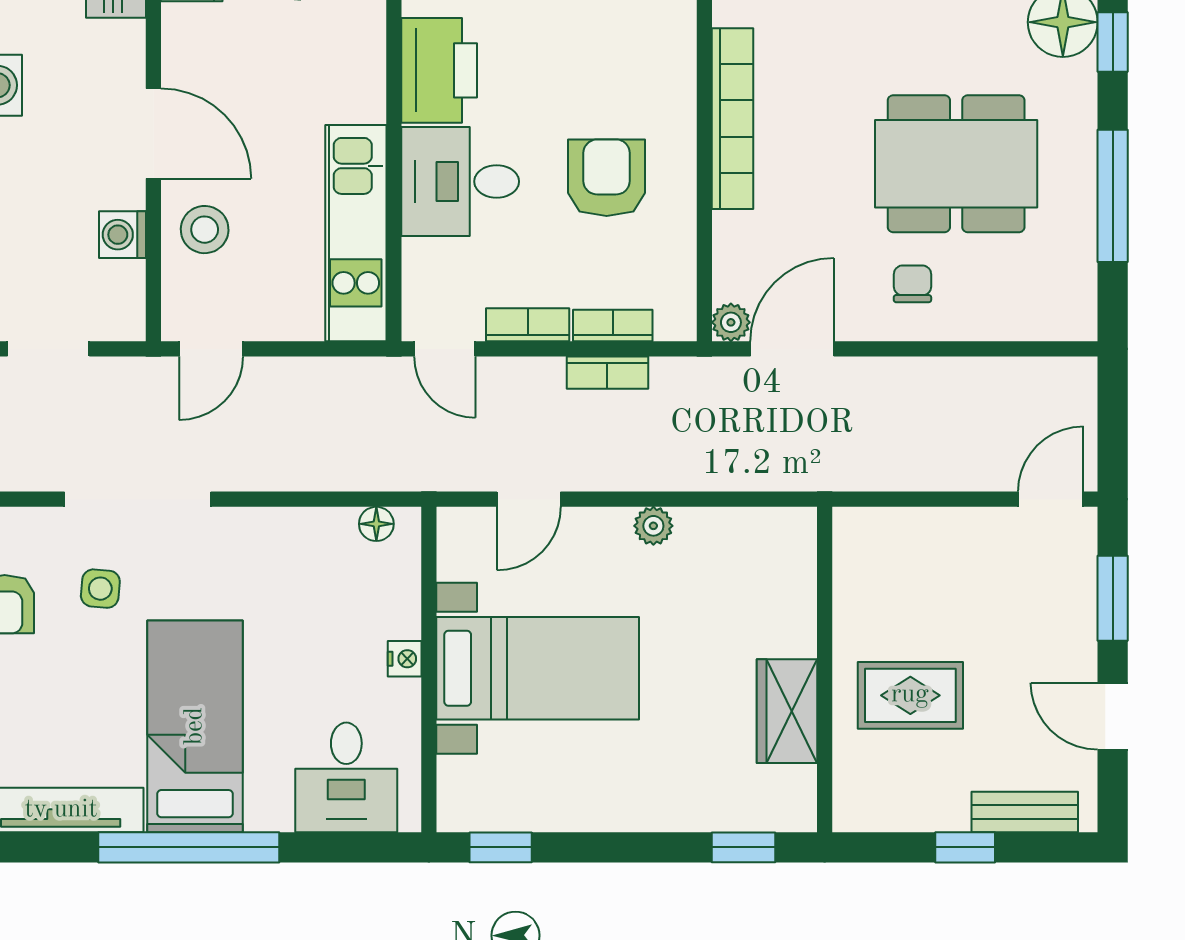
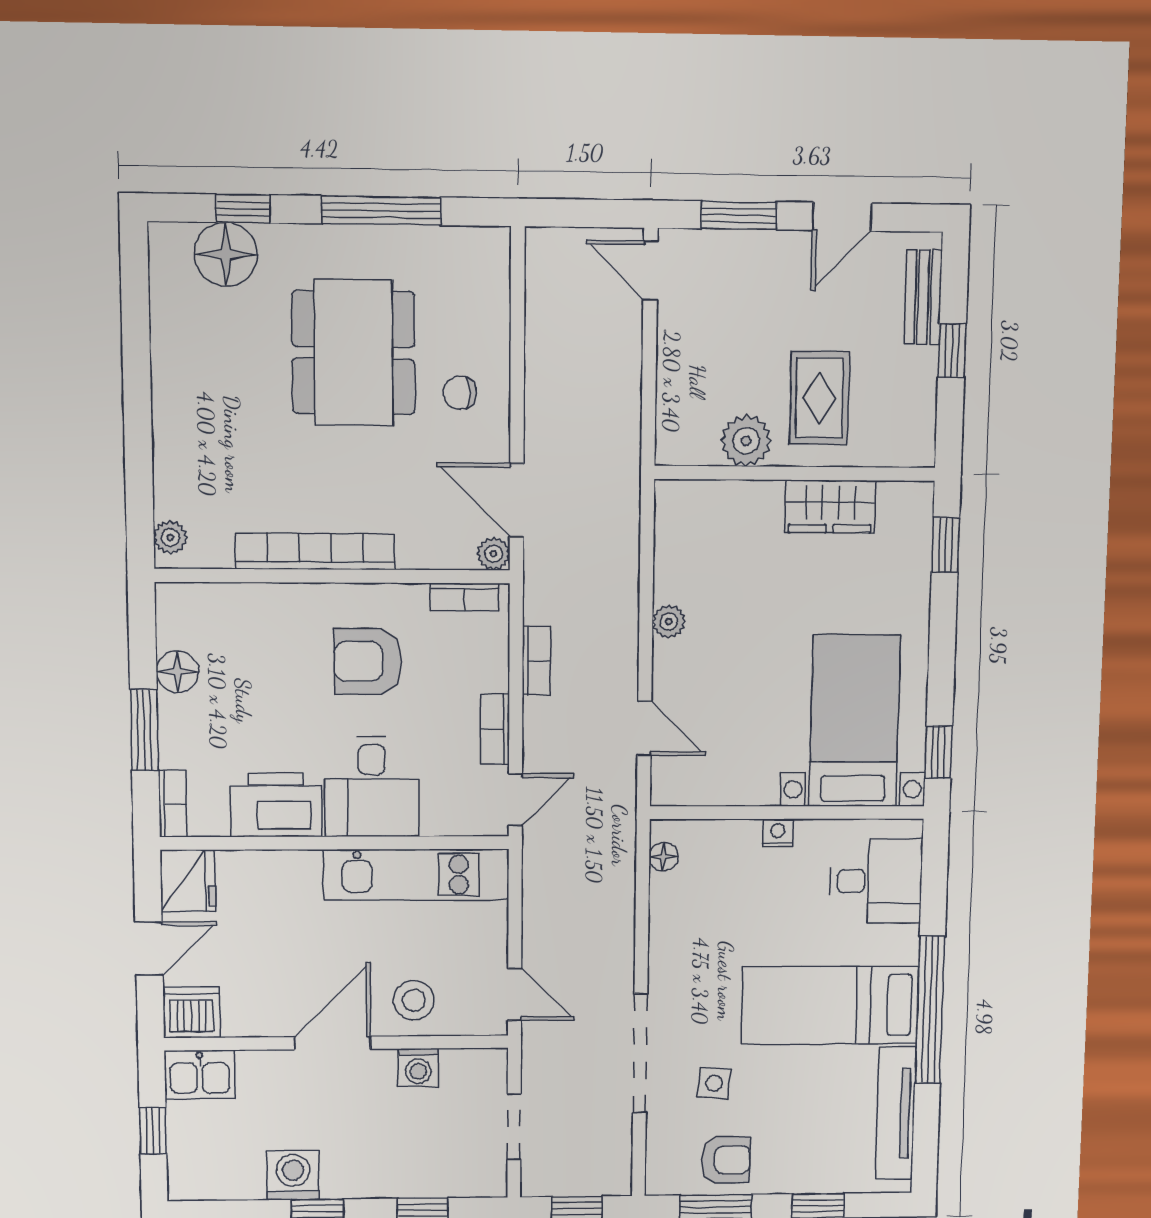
bookcase: (613, 325) -> (464, 597), moved, turned -90
plant: (861, 612) -> (746, 441), added
bed with nightstands: (538, 668) -> (855, 721), moved

